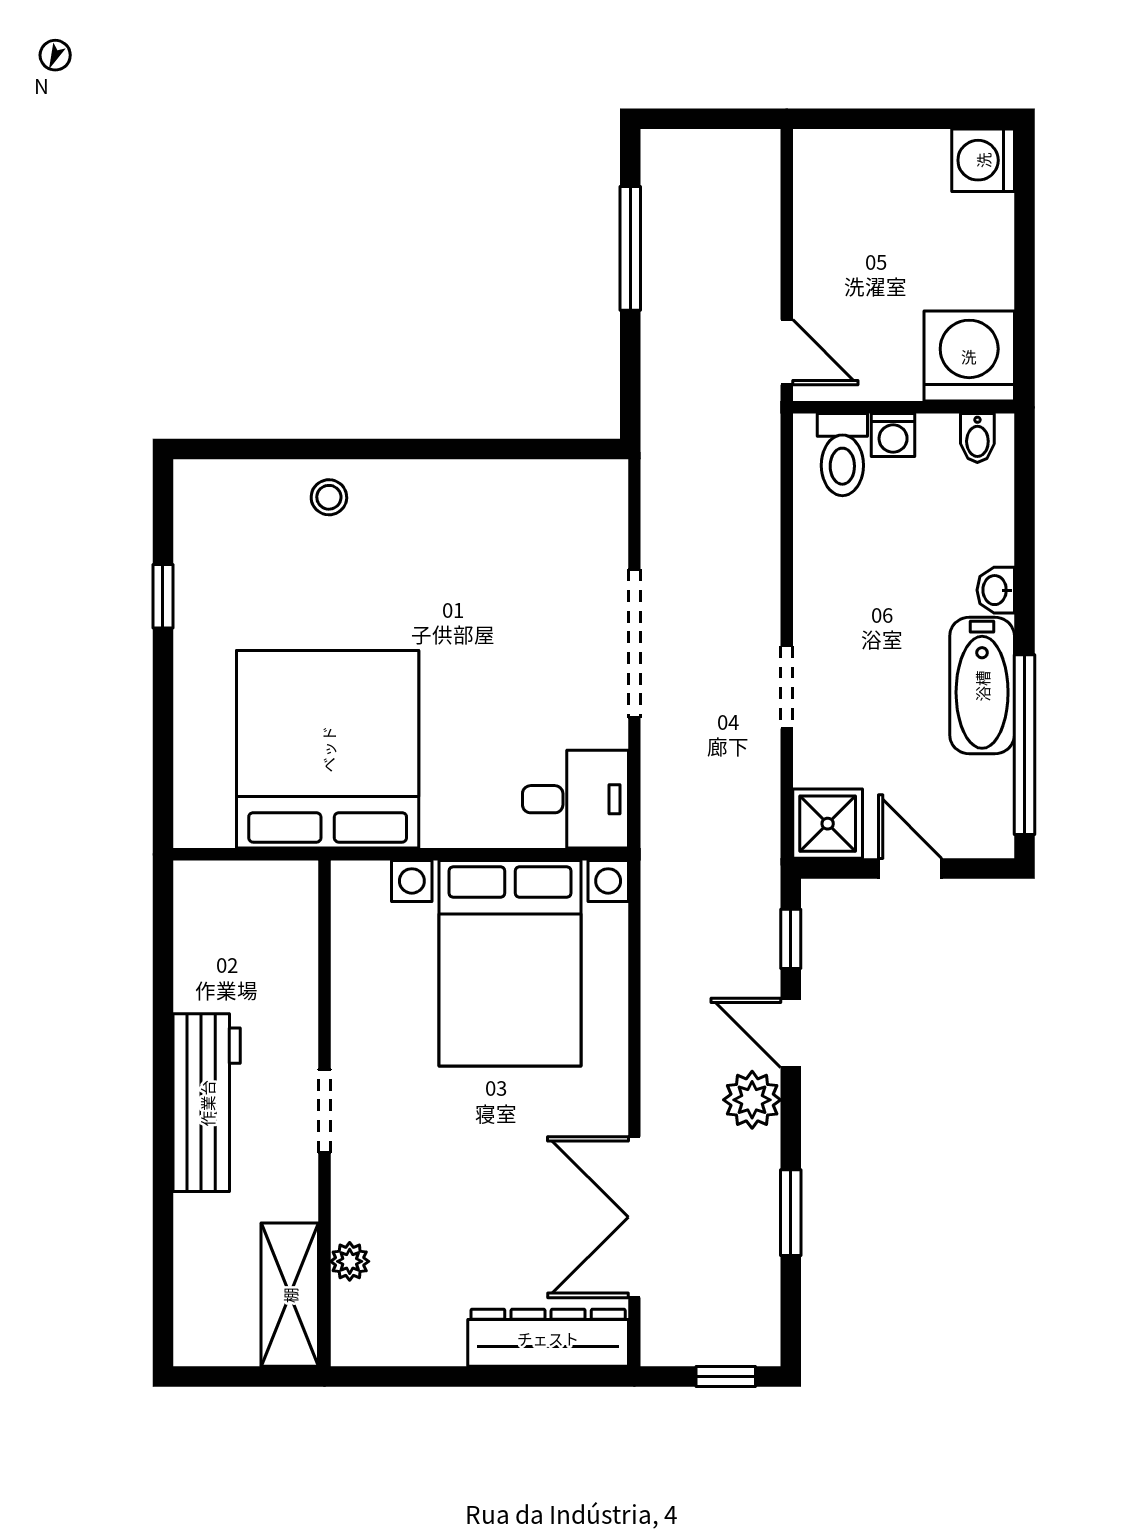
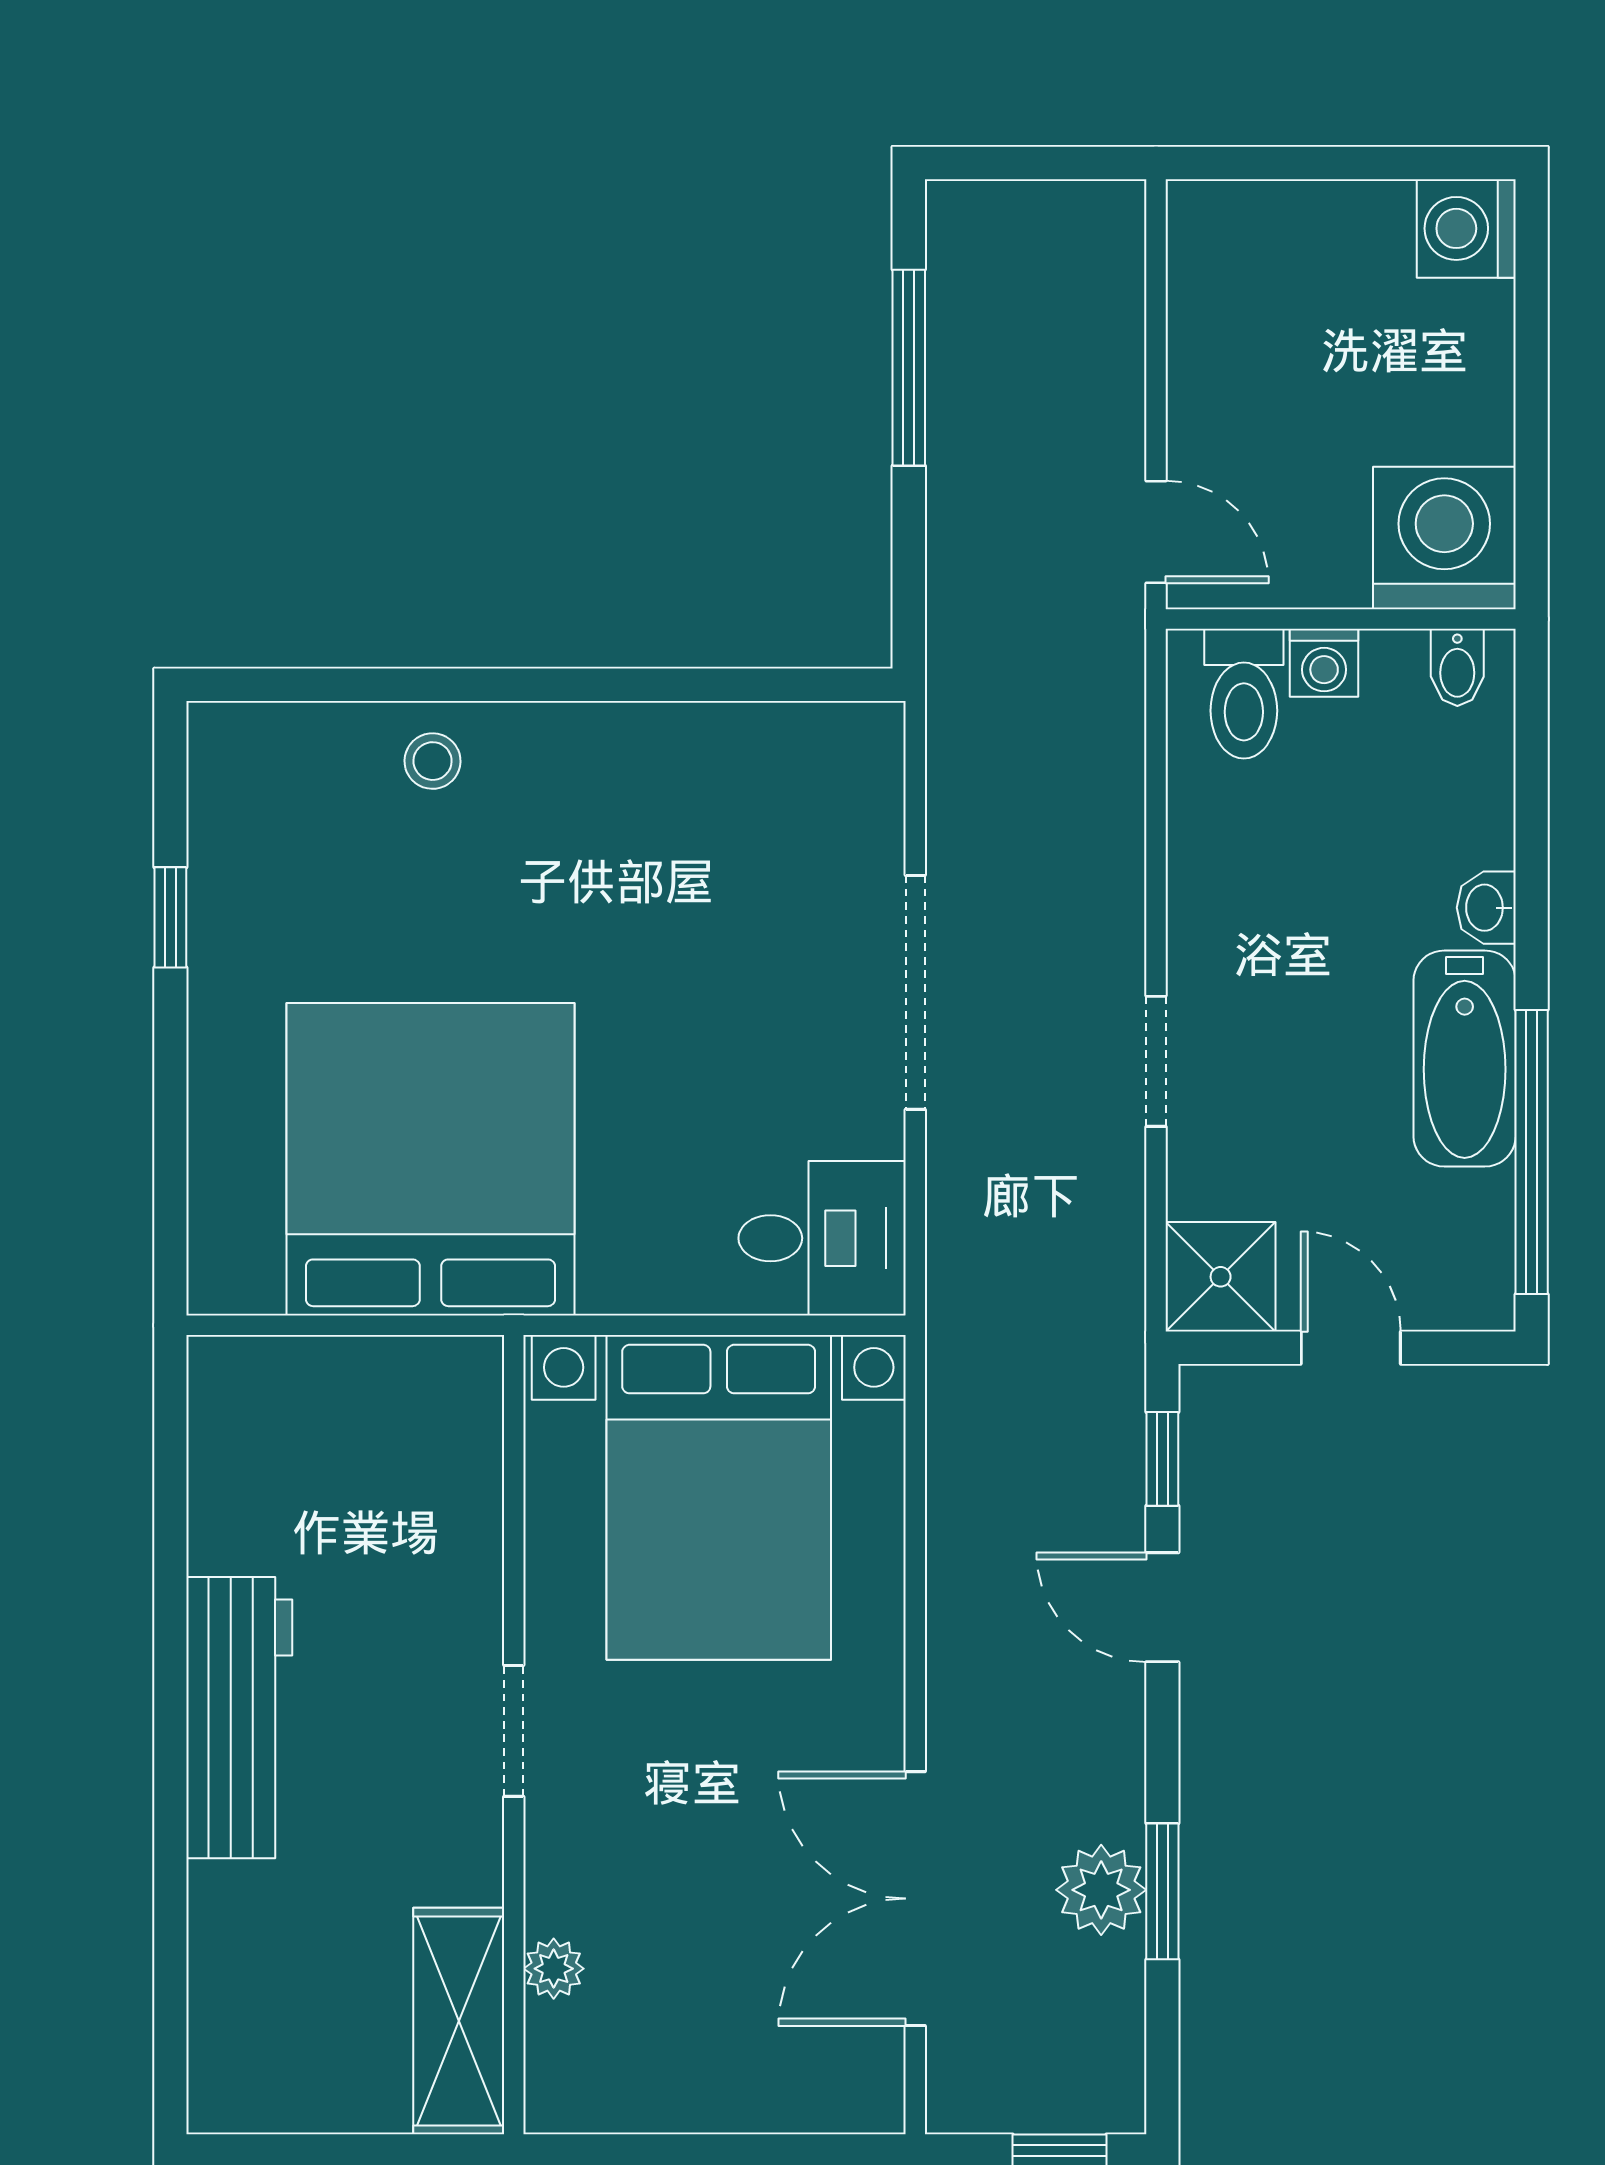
plant: (752, 1100) -> (1101, 1890), moved
doorway: (325, 1111) -> (514, 1731), moved
wall: (325, 1113) -> (514, 1735), moved
plant: (350, 1261) -> (554, 1969), moved
shelving: (290, 1295) -> (459, 2021), moved
dresser: (548, 1338) -> (779, 2089), removed

